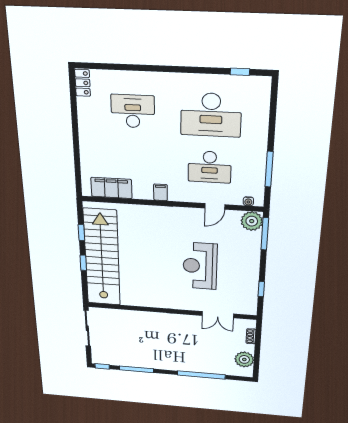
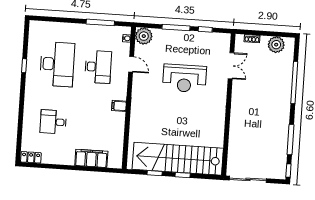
window: (240, 72) -> (24, 66), moved
desk: (133, 111) -> (53, 122), width x0.73
filing cabinet: (111, 188) -> (91, 158), moved, turned 90
window: (265, 234) -> (176, 27), moved

